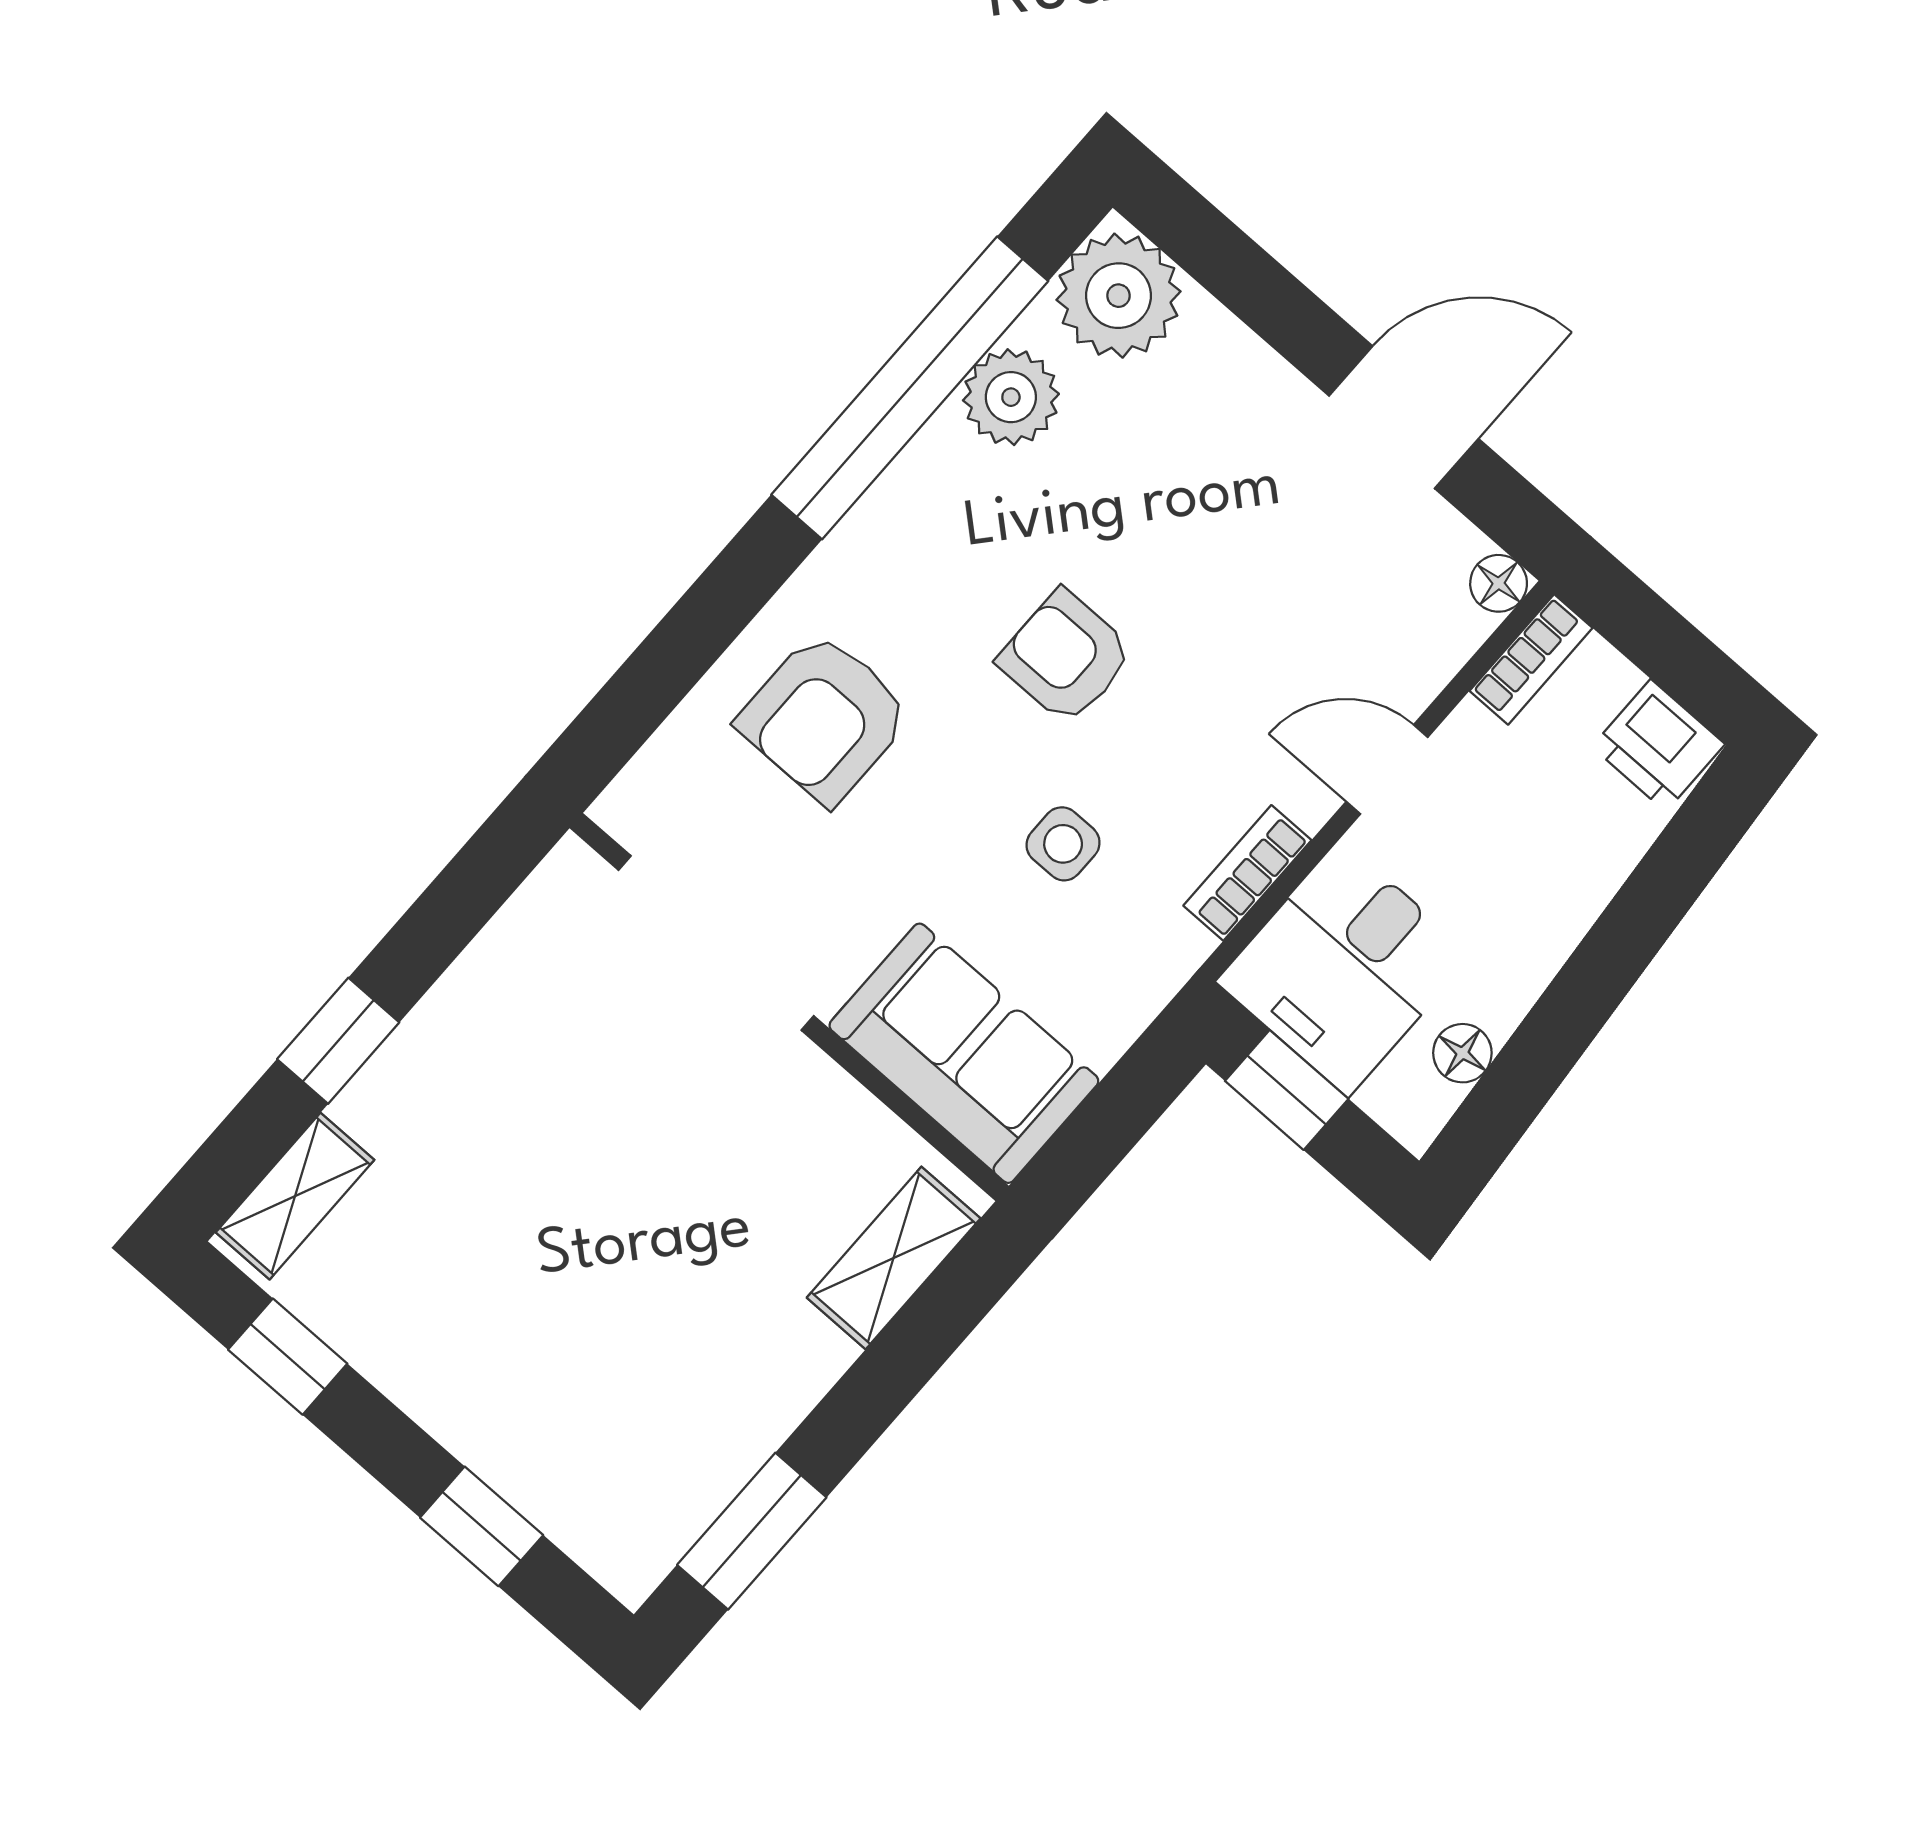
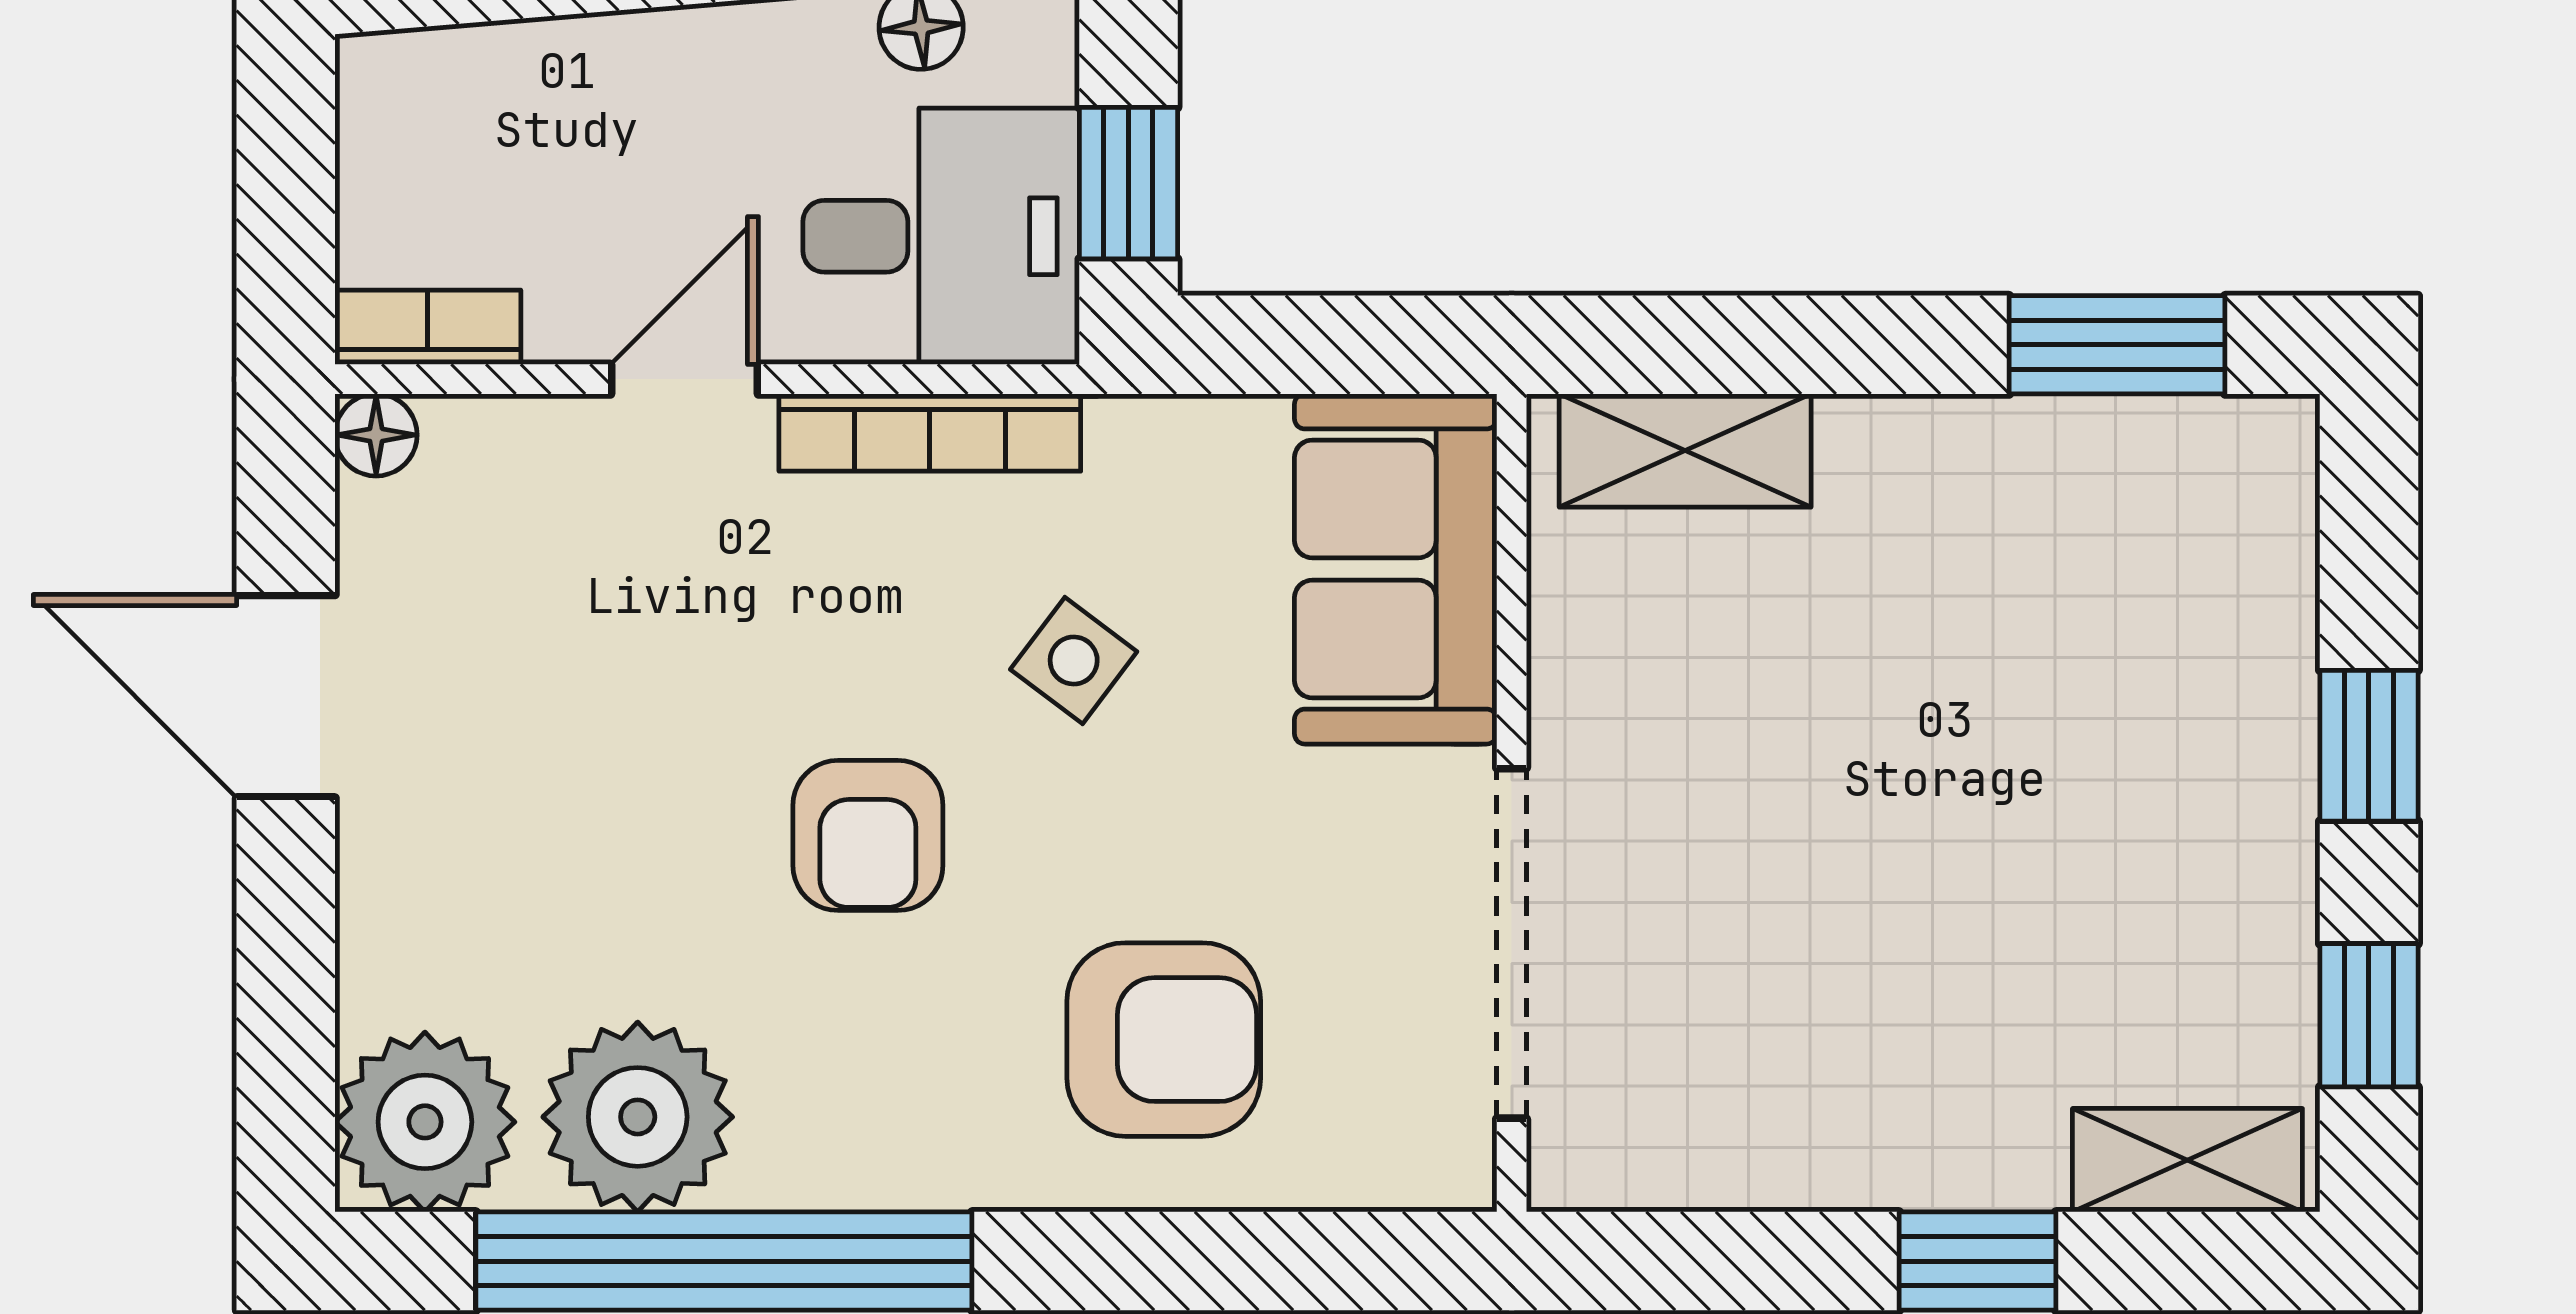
plant: (1011, 397) -> (638, 1117), width x1.36, depth x1.36
printer: (1658, 745) -> (400, 107), removed
door: (1387, 769) -> (685, 379), swing flipped
side table: (1063, 844) -> (1074, 661), turned 37
bookcase: (1247, 873) -> (930, 433), width x1.56
window: (482, 1526) -> (2369, 746), moved

